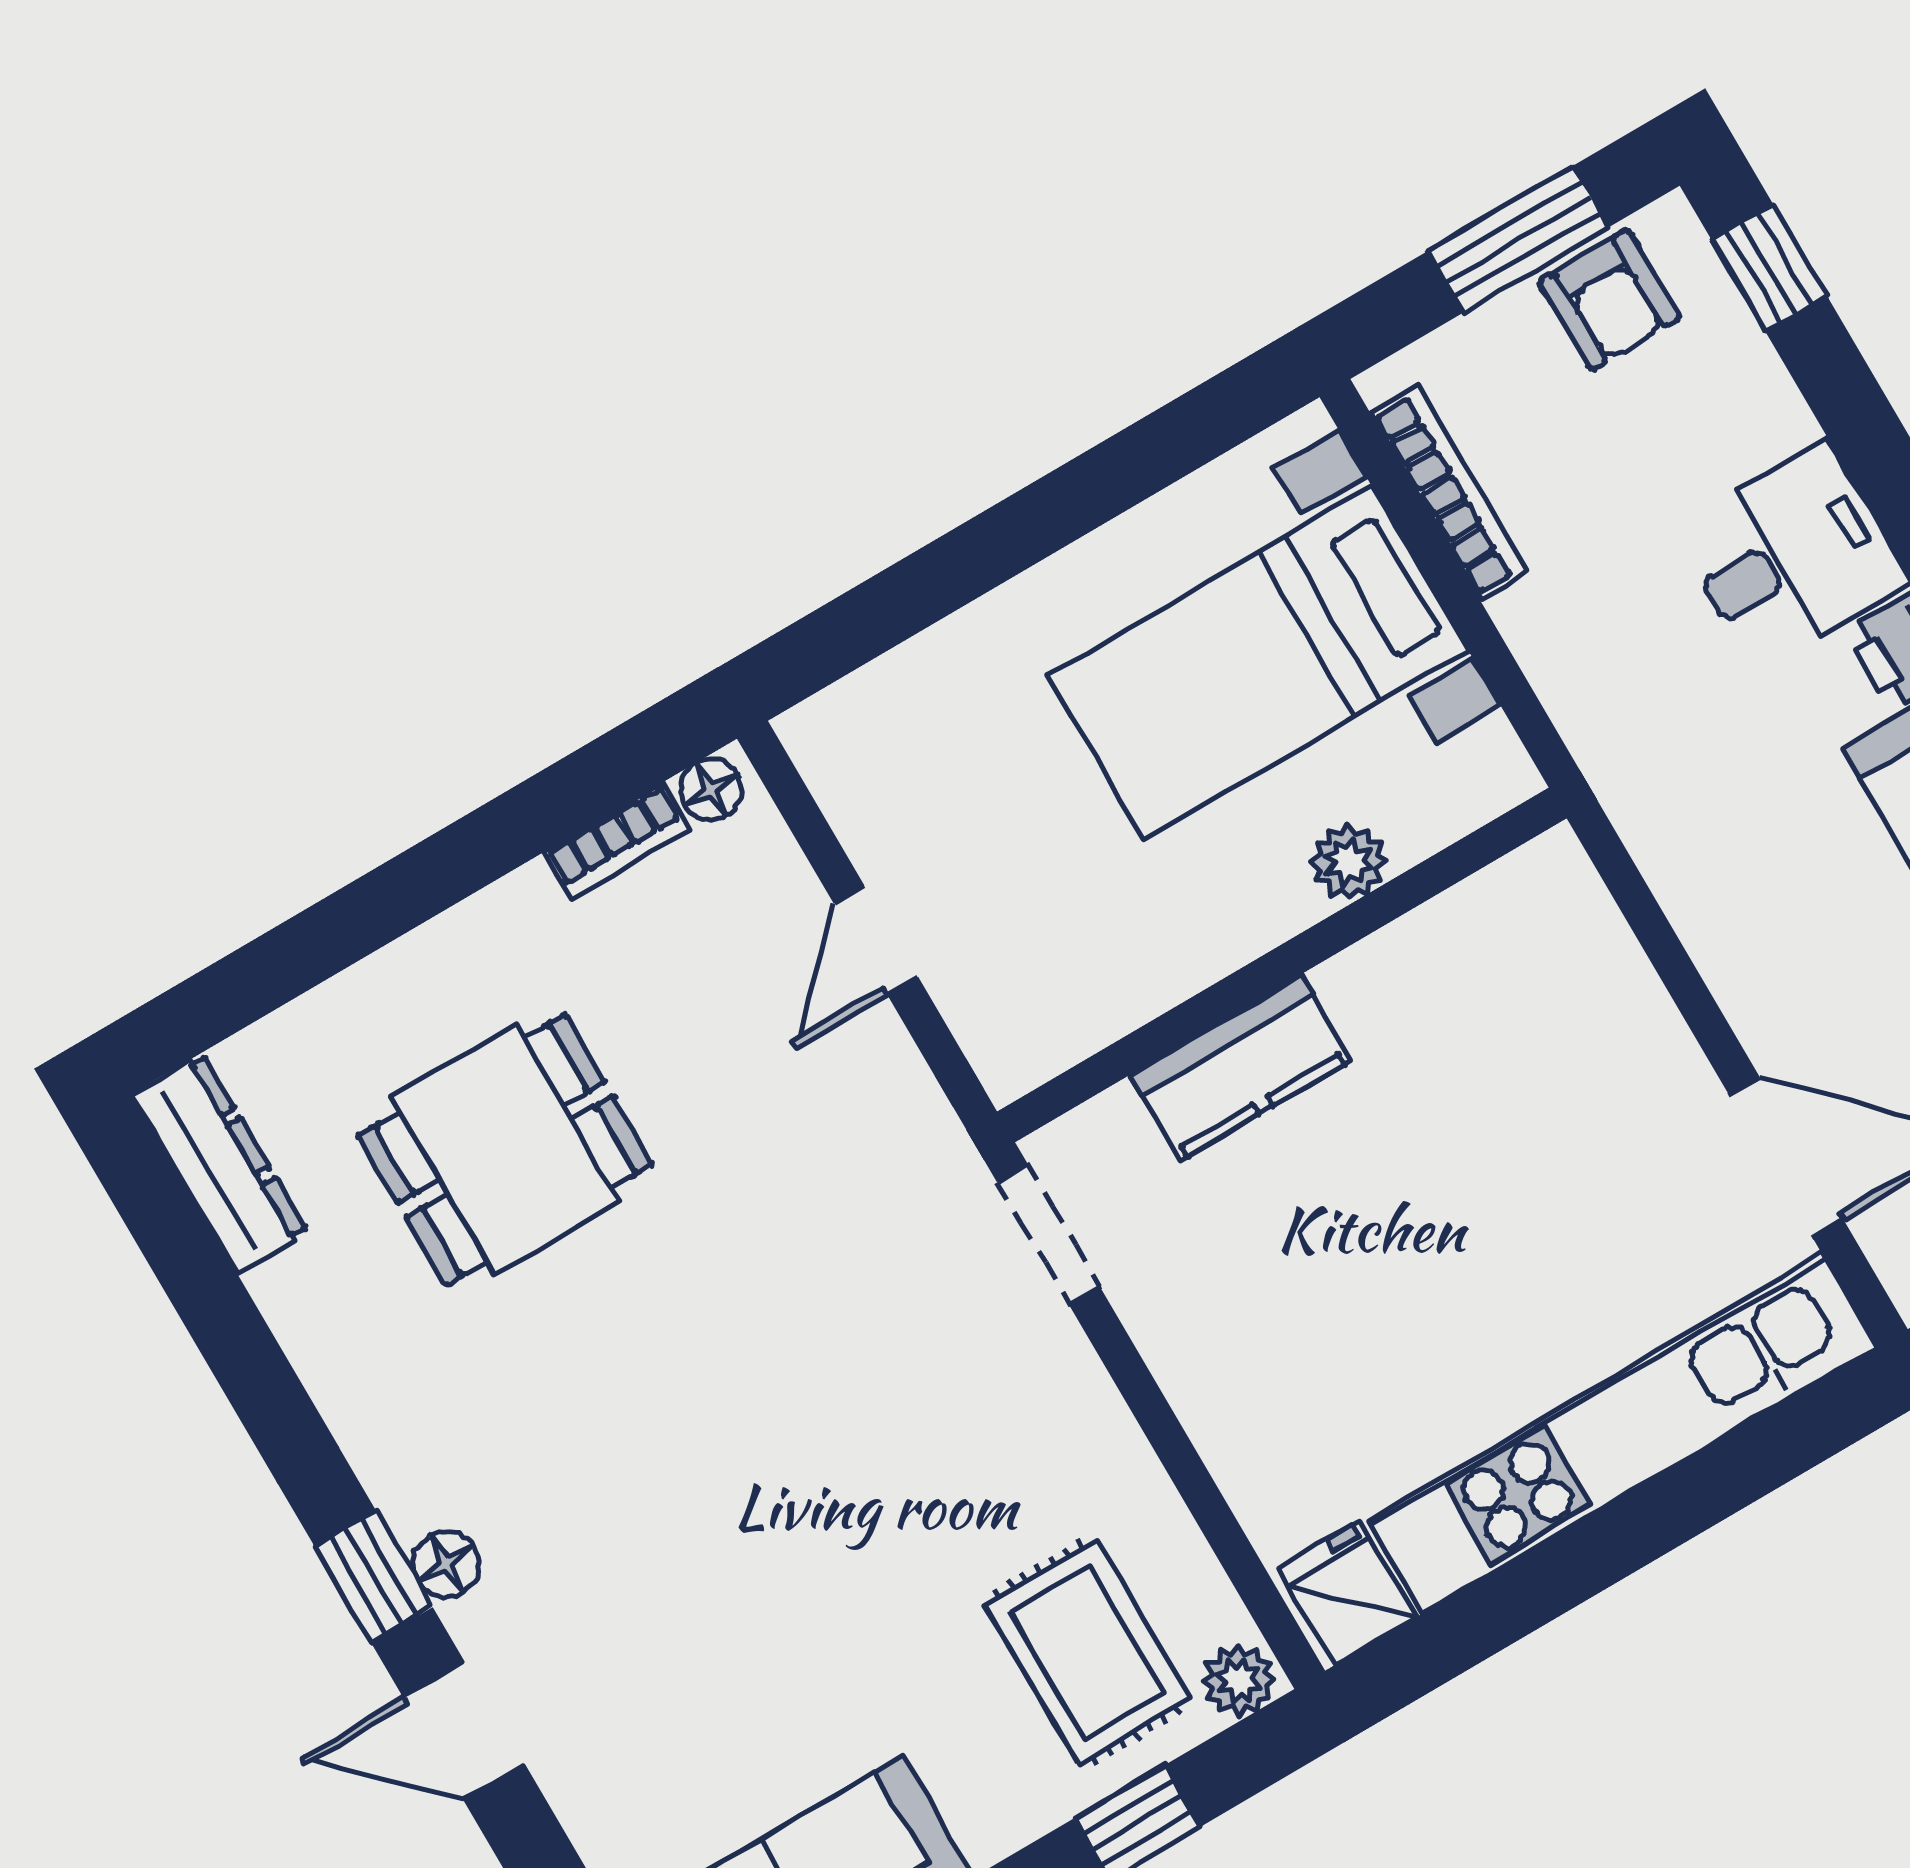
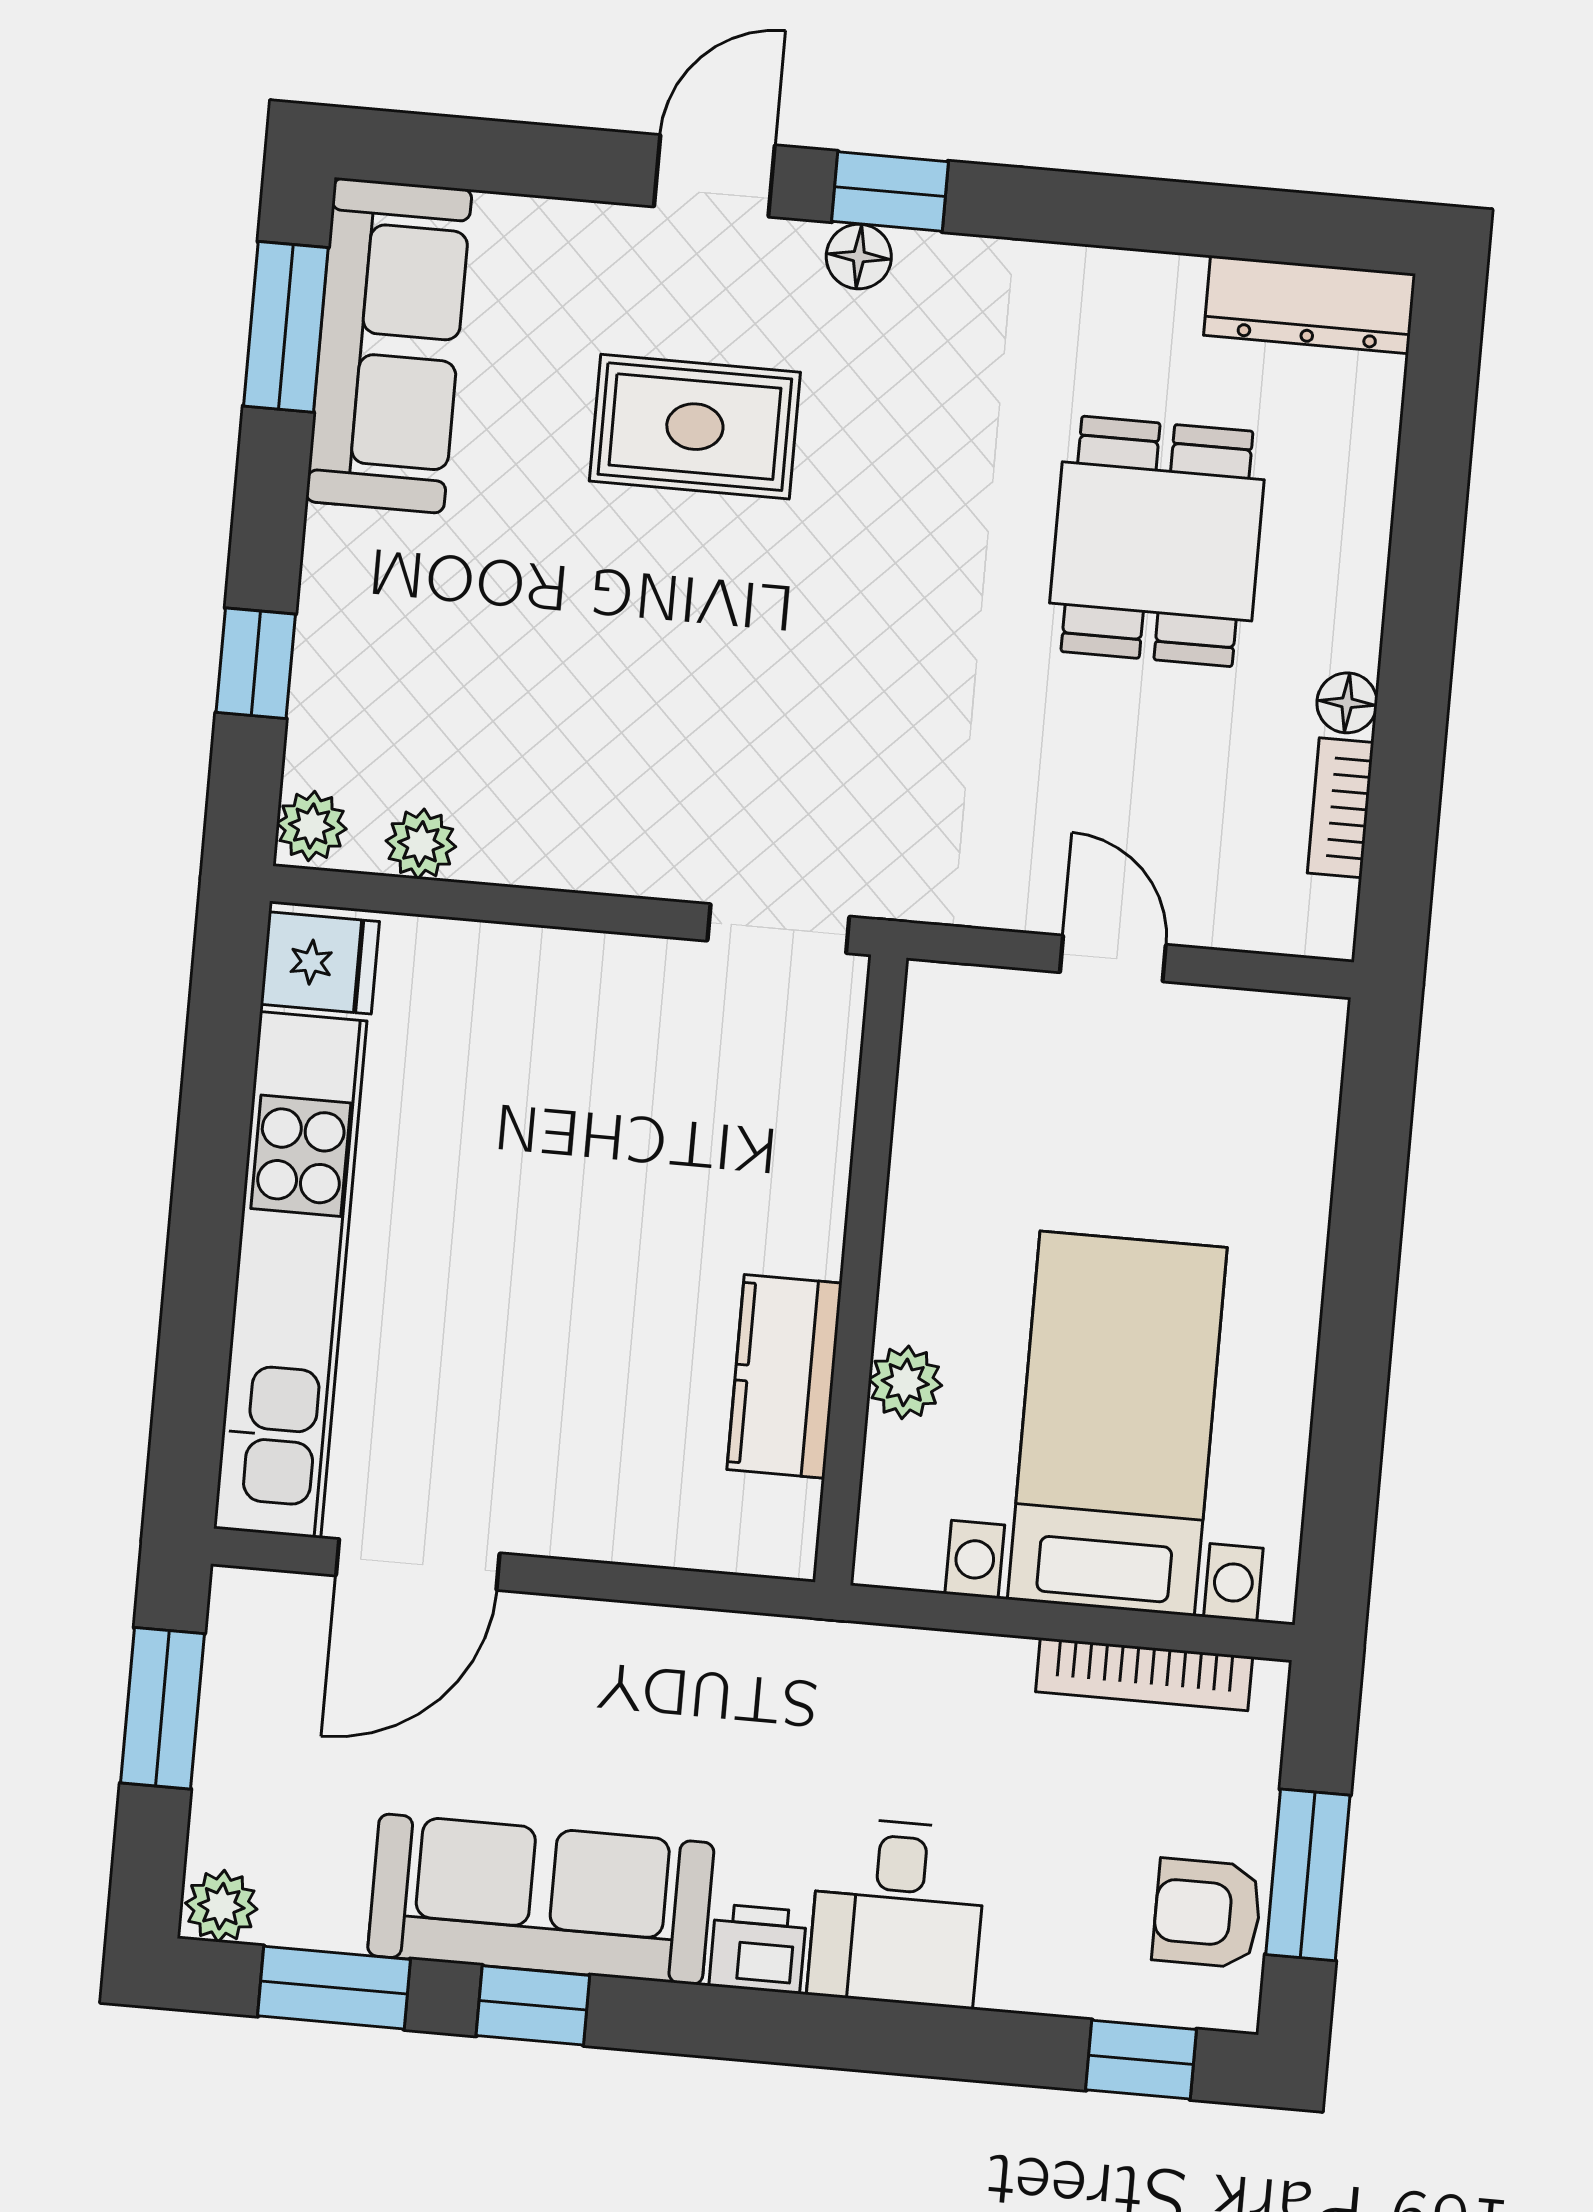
floor lamp: (711, 789) -> (1347, 703), moved
kitchen counter: (1241, 1067) -> (785, 1376), moved
plant: (1189, 1580) -> (421, 844), added
rug: (1087, 1652) -> (695, 427), moved

